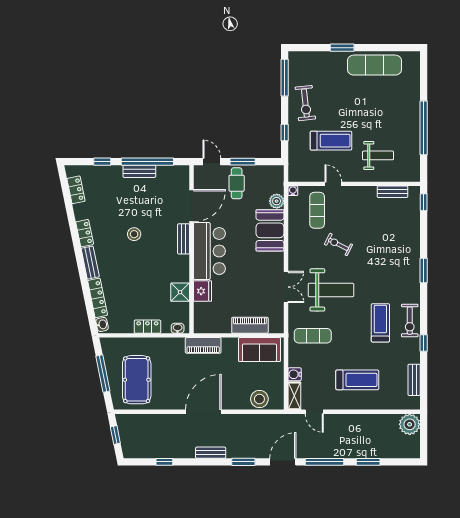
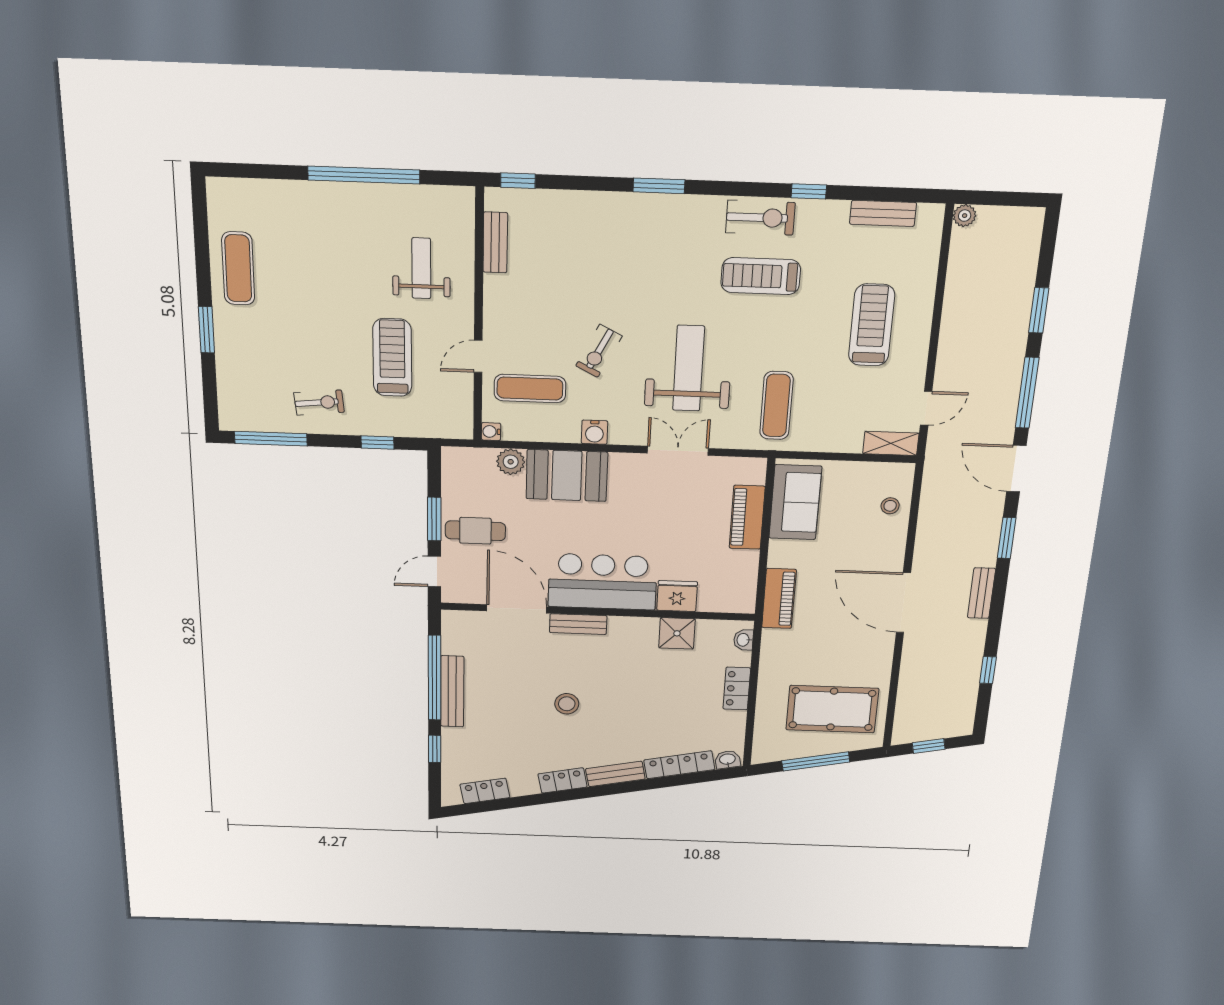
exercise mat: (375, 65) -> (238, 268), width x0.73, depth x0.69
exercise bike: (305, 103) -> (319, 403), width x0.73, depth x0.72
bench: (139, 171) -> (452, 691), width x1.36
water cooler: (295, 374) -> (594, 432), moved
stool: (259, 399) -> (890, 506), width x0.53, depth x0.53
plant: (410, 424) -> (965, 216), width x0.53, depth x0.53

